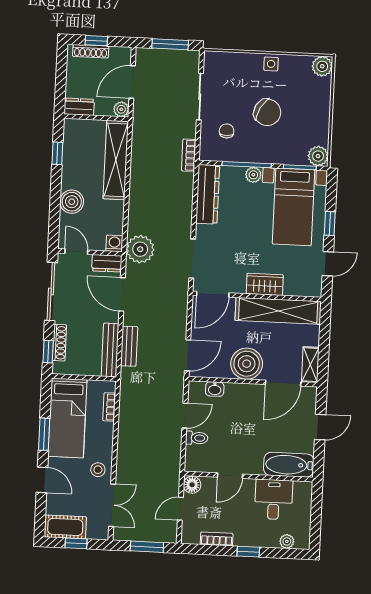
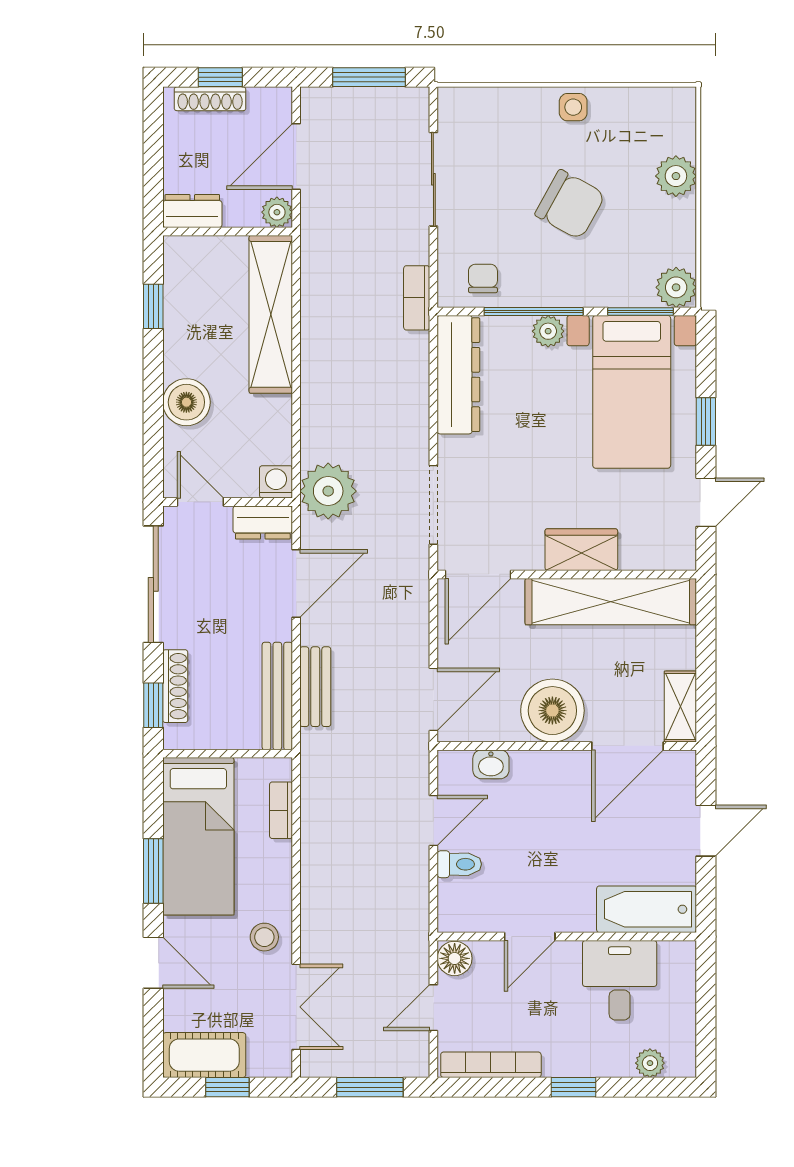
plant: (322, 66) -> (676, 176), moved
chair: (227, 131) -> (483, 278), moved
door: (122, 294) -> (296, 583), swing flipped
bookcase: (217, 539) -> (491, 1065), width x1.56

